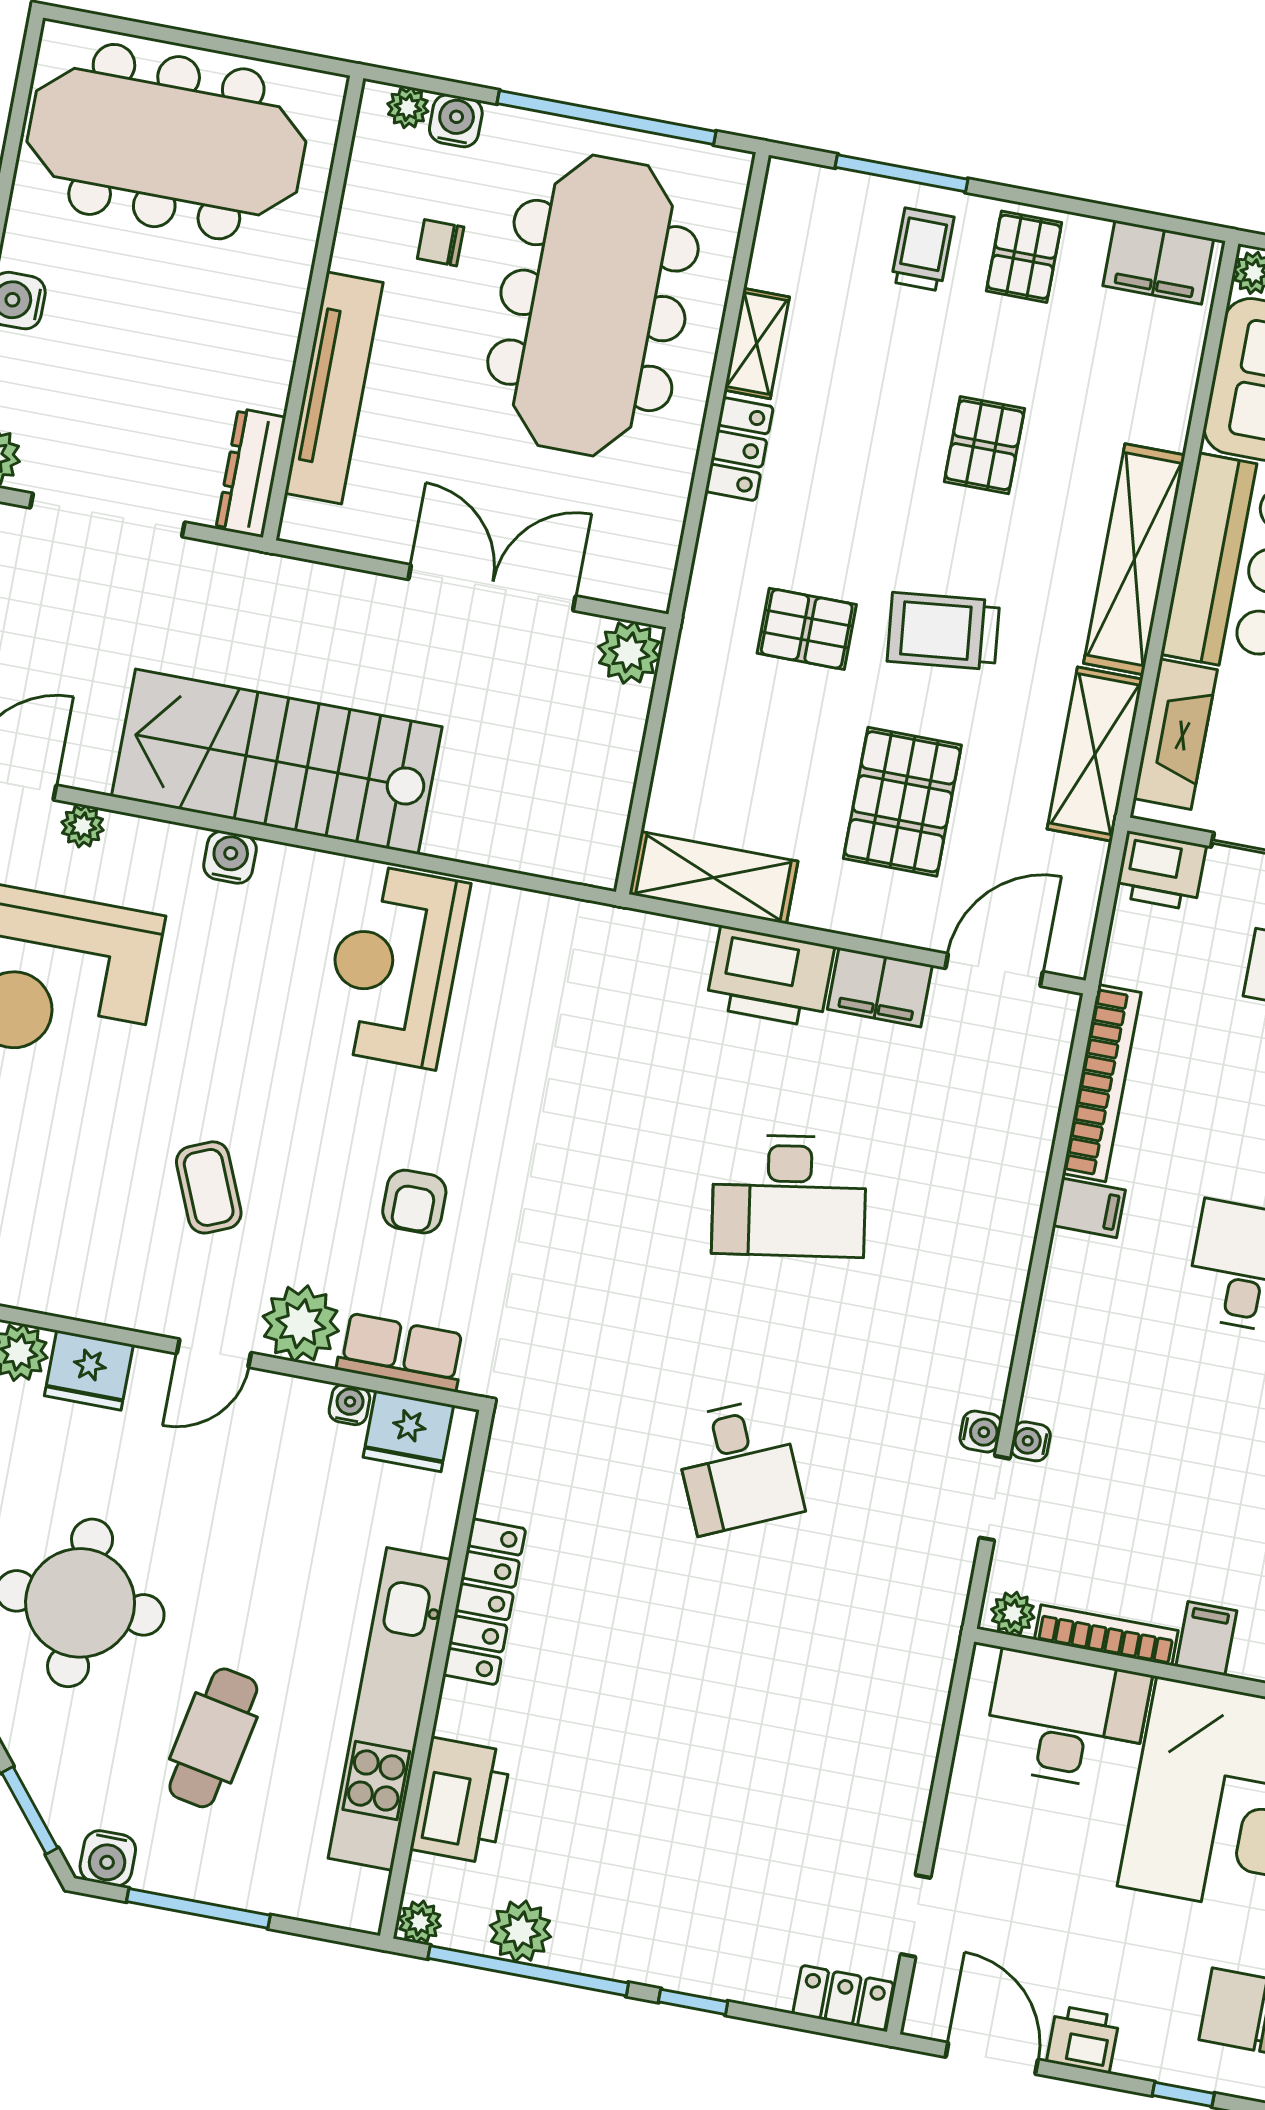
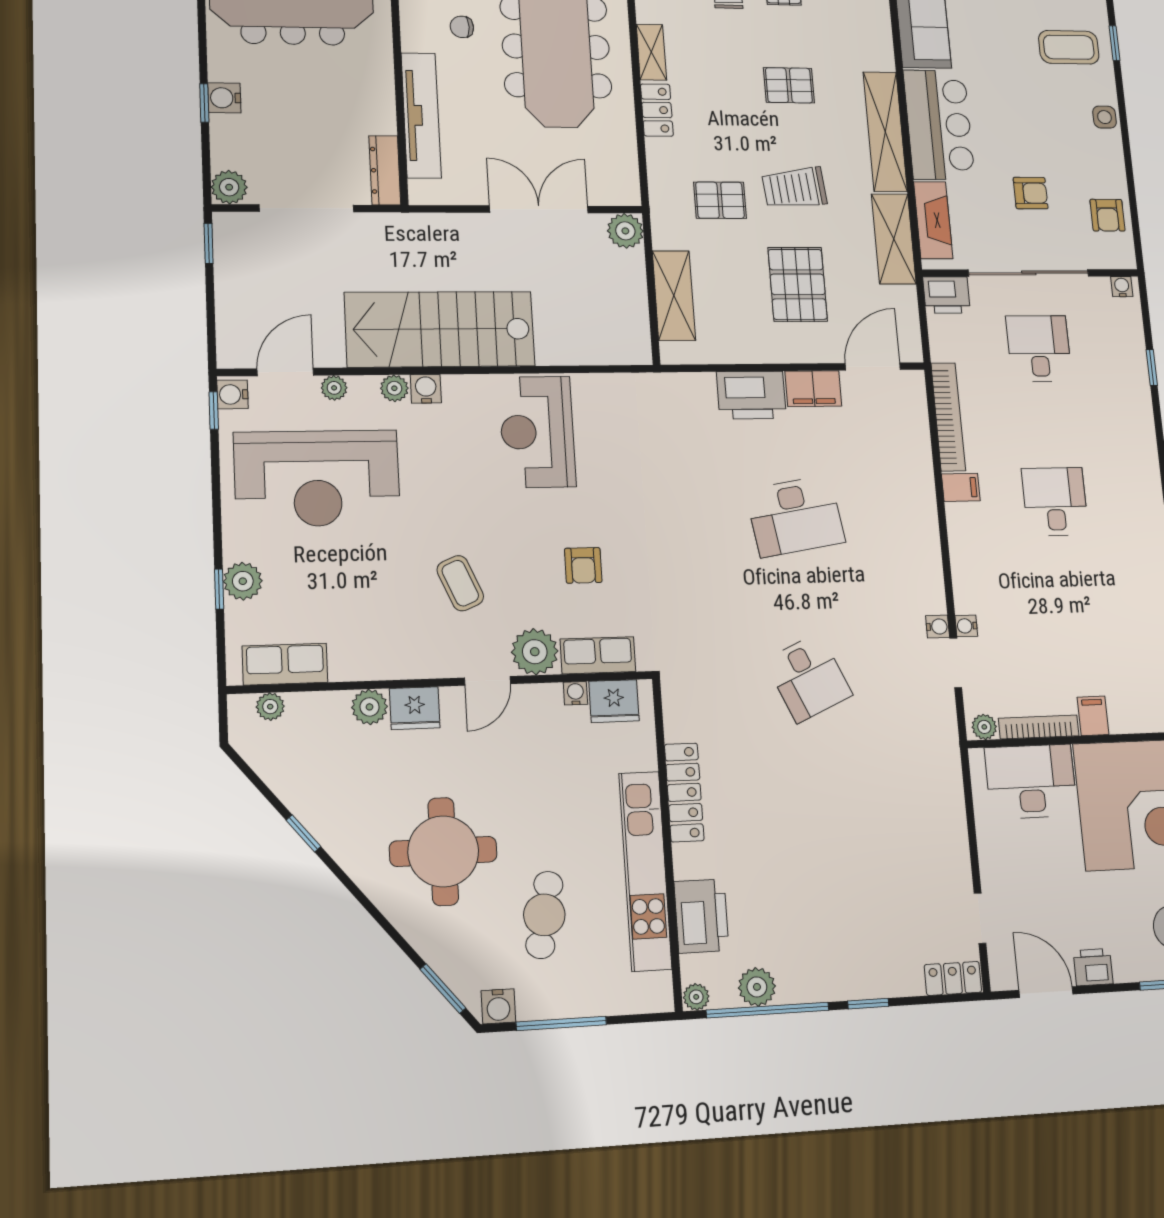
pallet: (984, 445) -> (789, 85), turned 90
plant: (179, 846) -> (394, 388), added
shelving: (713, 878) -> (674, 296), moved, turned 90

